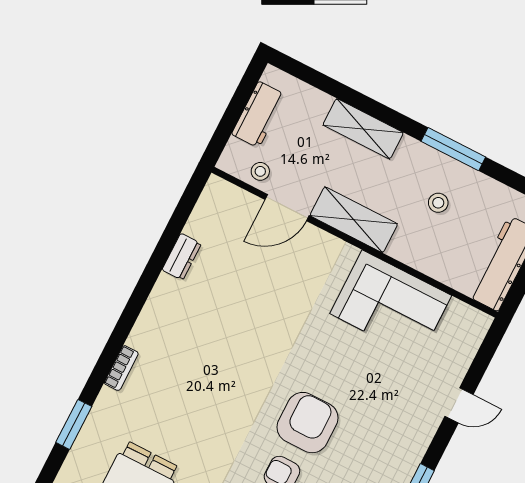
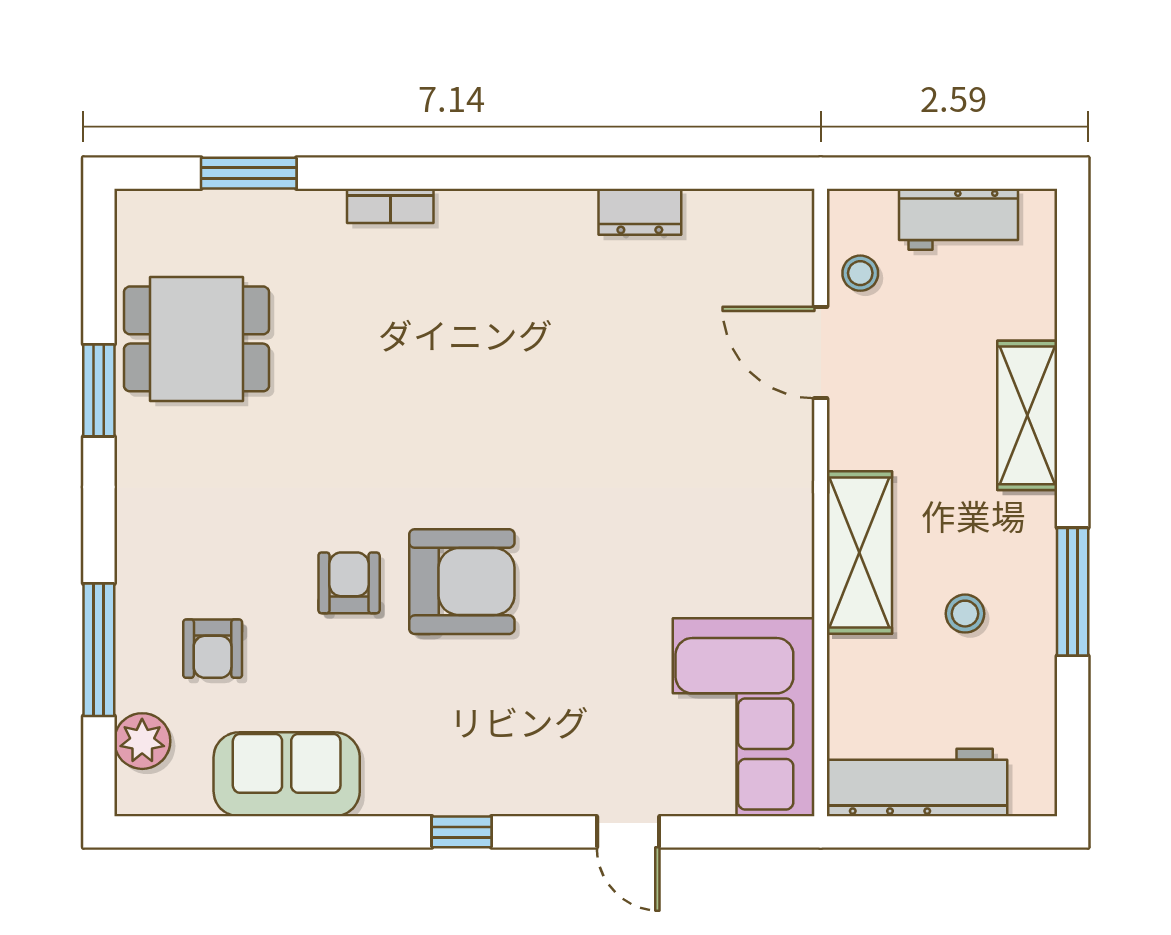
shelving: (354, 220) -> (859, 552), moved
corner sofa: (391, 305) -> (744, 717), moved

